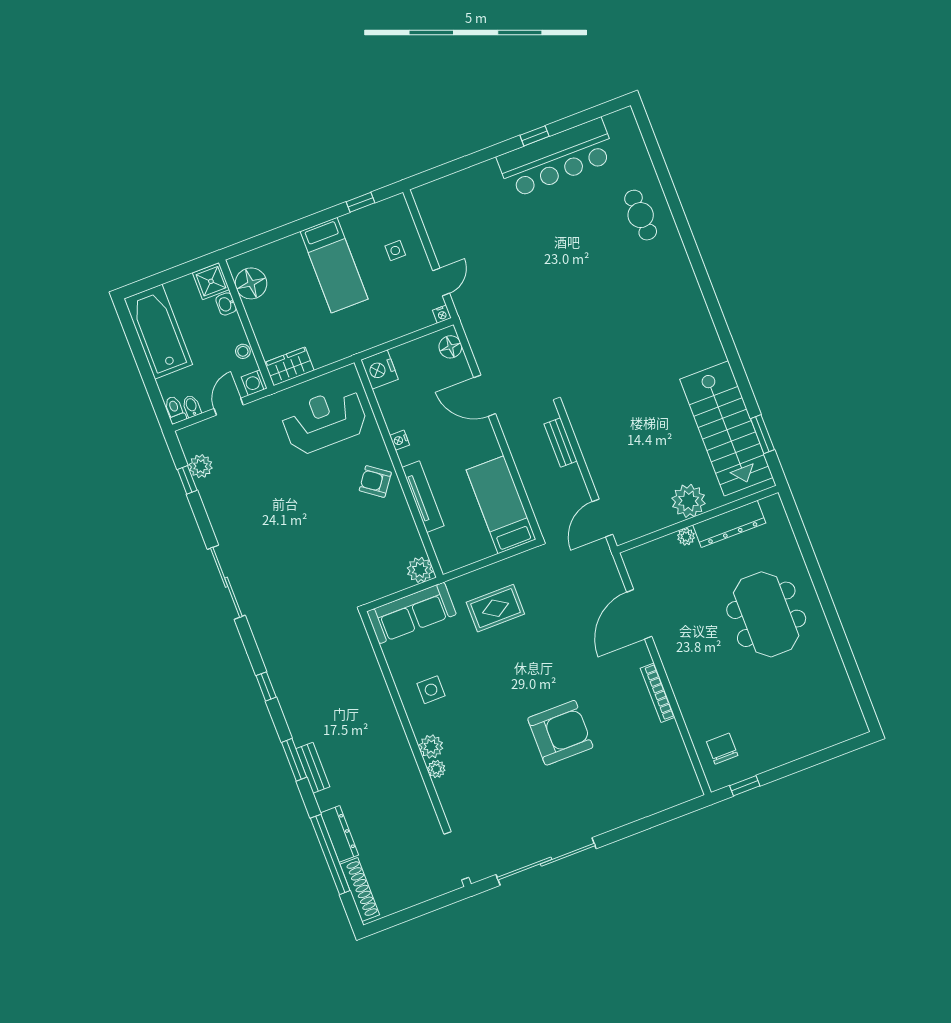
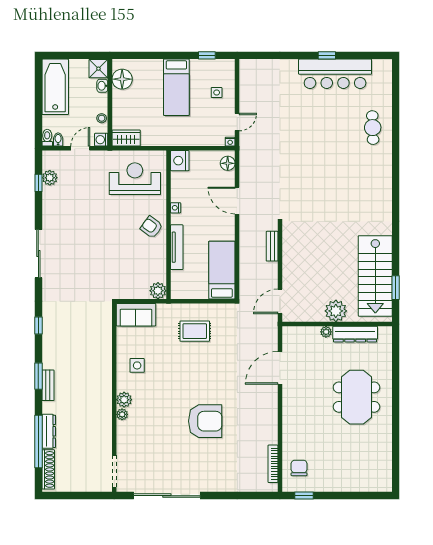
sofa: (412, 613) -> (136, 315), width x0.73
bookcase: (658, 693) -> (273, 464), moved

